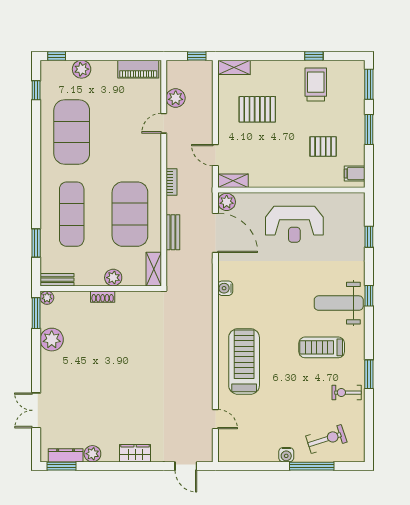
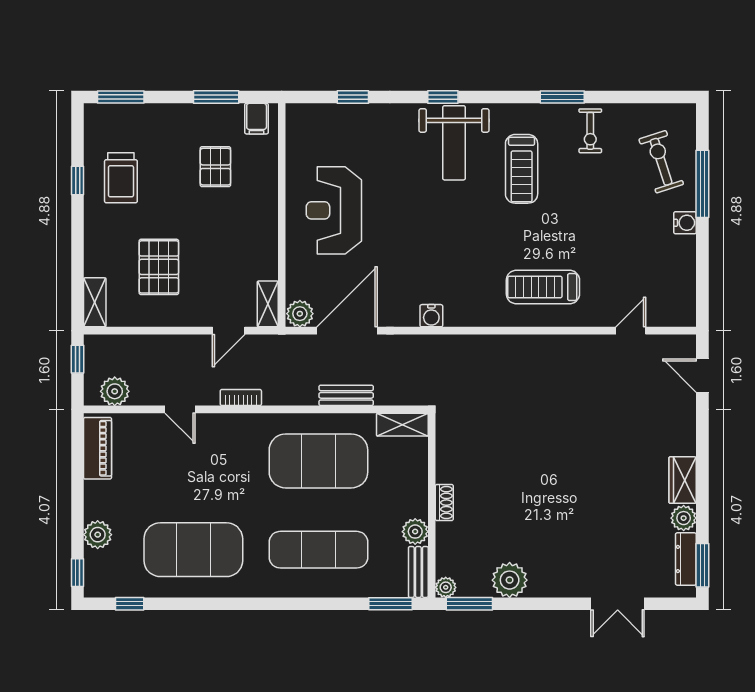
trolley: (316, 84) -> (121, 178), turned -90
plant: (176, 98) -> (115, 391), moved
window: (369, 129) -> (216, 97), moved
bookcase: (172, 182) -> (241, 397), moved
reception desk: (294, 224) -> (334, 210), turned 180
window: (36, 243) -> (391, 604), moved
plant: (113, 278) -> (415, 532), moved
treadmill: (244, 361) -> (543, 287), width x0.73, depth x0.73
wardrobe: (135, 453) -> (683, 480), moved
door: (186, 466) -> (702, 376), swing flipped

